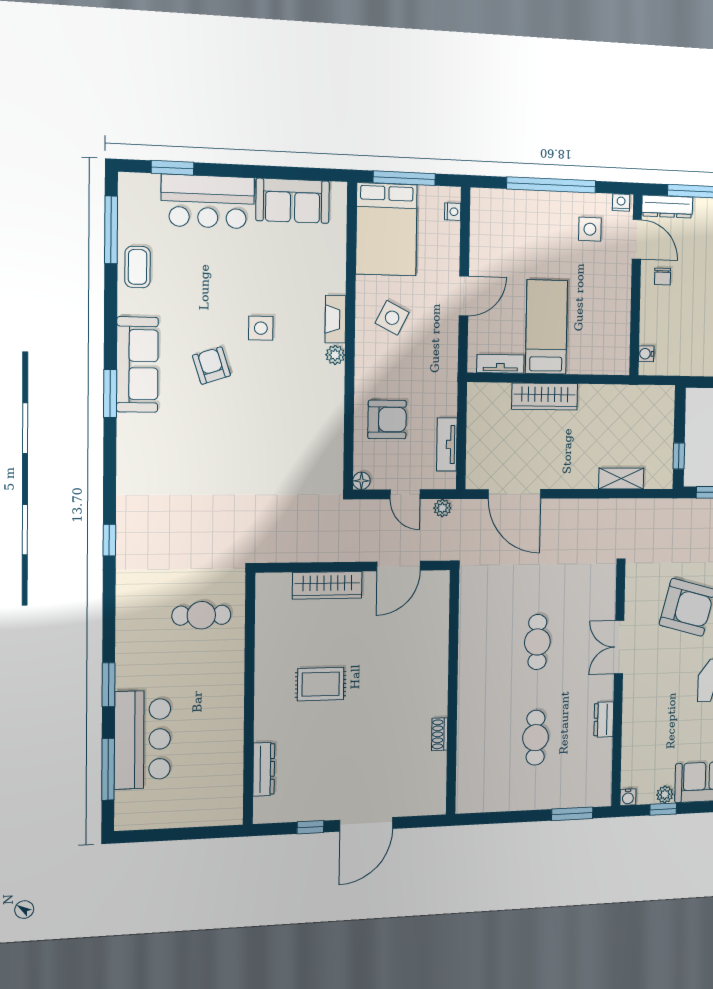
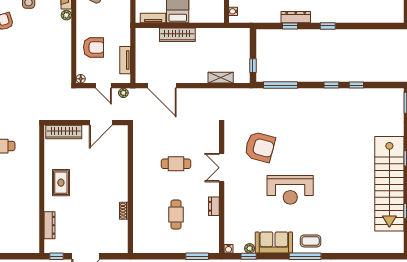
cafe table: (537, 642) -> (176, 164), turned 90
rug: (321, 684) -> (61, 183), turned 90
wall: (249, 699) -> (42, 189), moved
dresser: (264, 769) -> (50, 225), moved

